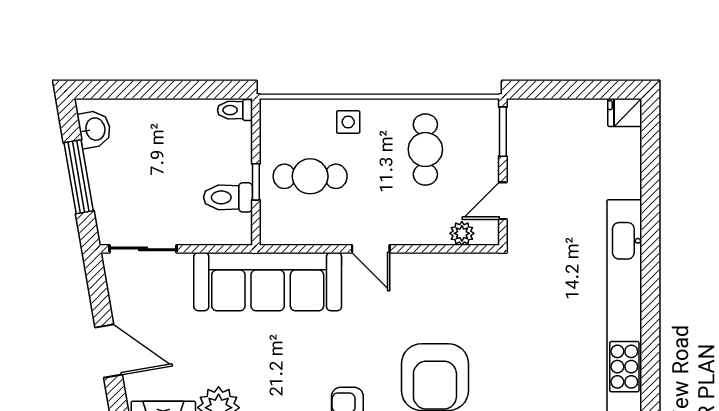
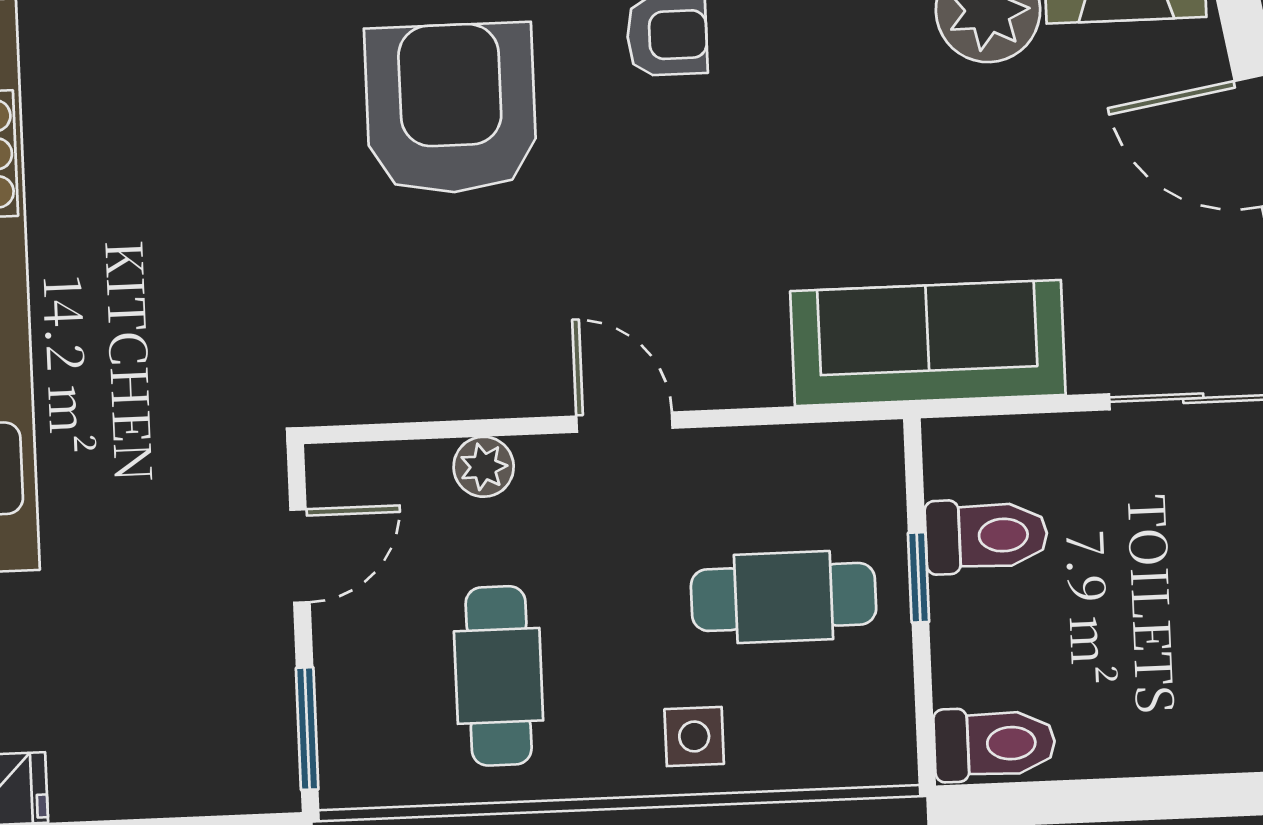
toilet: (235, 110) -> (994, 744), width x1.37, depth x1.39
plant: (462, 233) -> (484, 467), moved
sofa: (268, 282) -> (928, 343), width x0.74, depth x0.79

